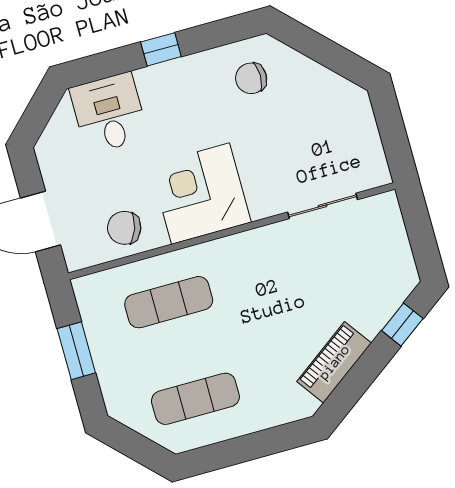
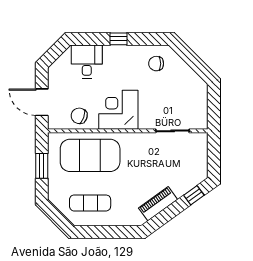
exercise mat: (169, 302) -> (90, 155), width x2.00, depth x1.45

